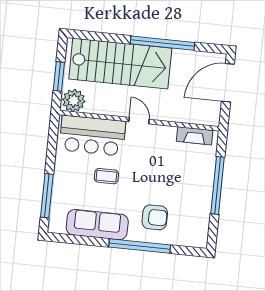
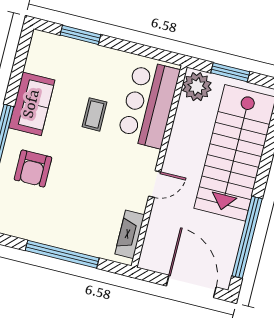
window: (163, 43) -> (247, 237), moved
door: (139, 121) -> (155, 184), moved
window: (47, 196) -> (80, 35), width x0.69
sofa: (97, 225) -> (32, 104), width x0.73

